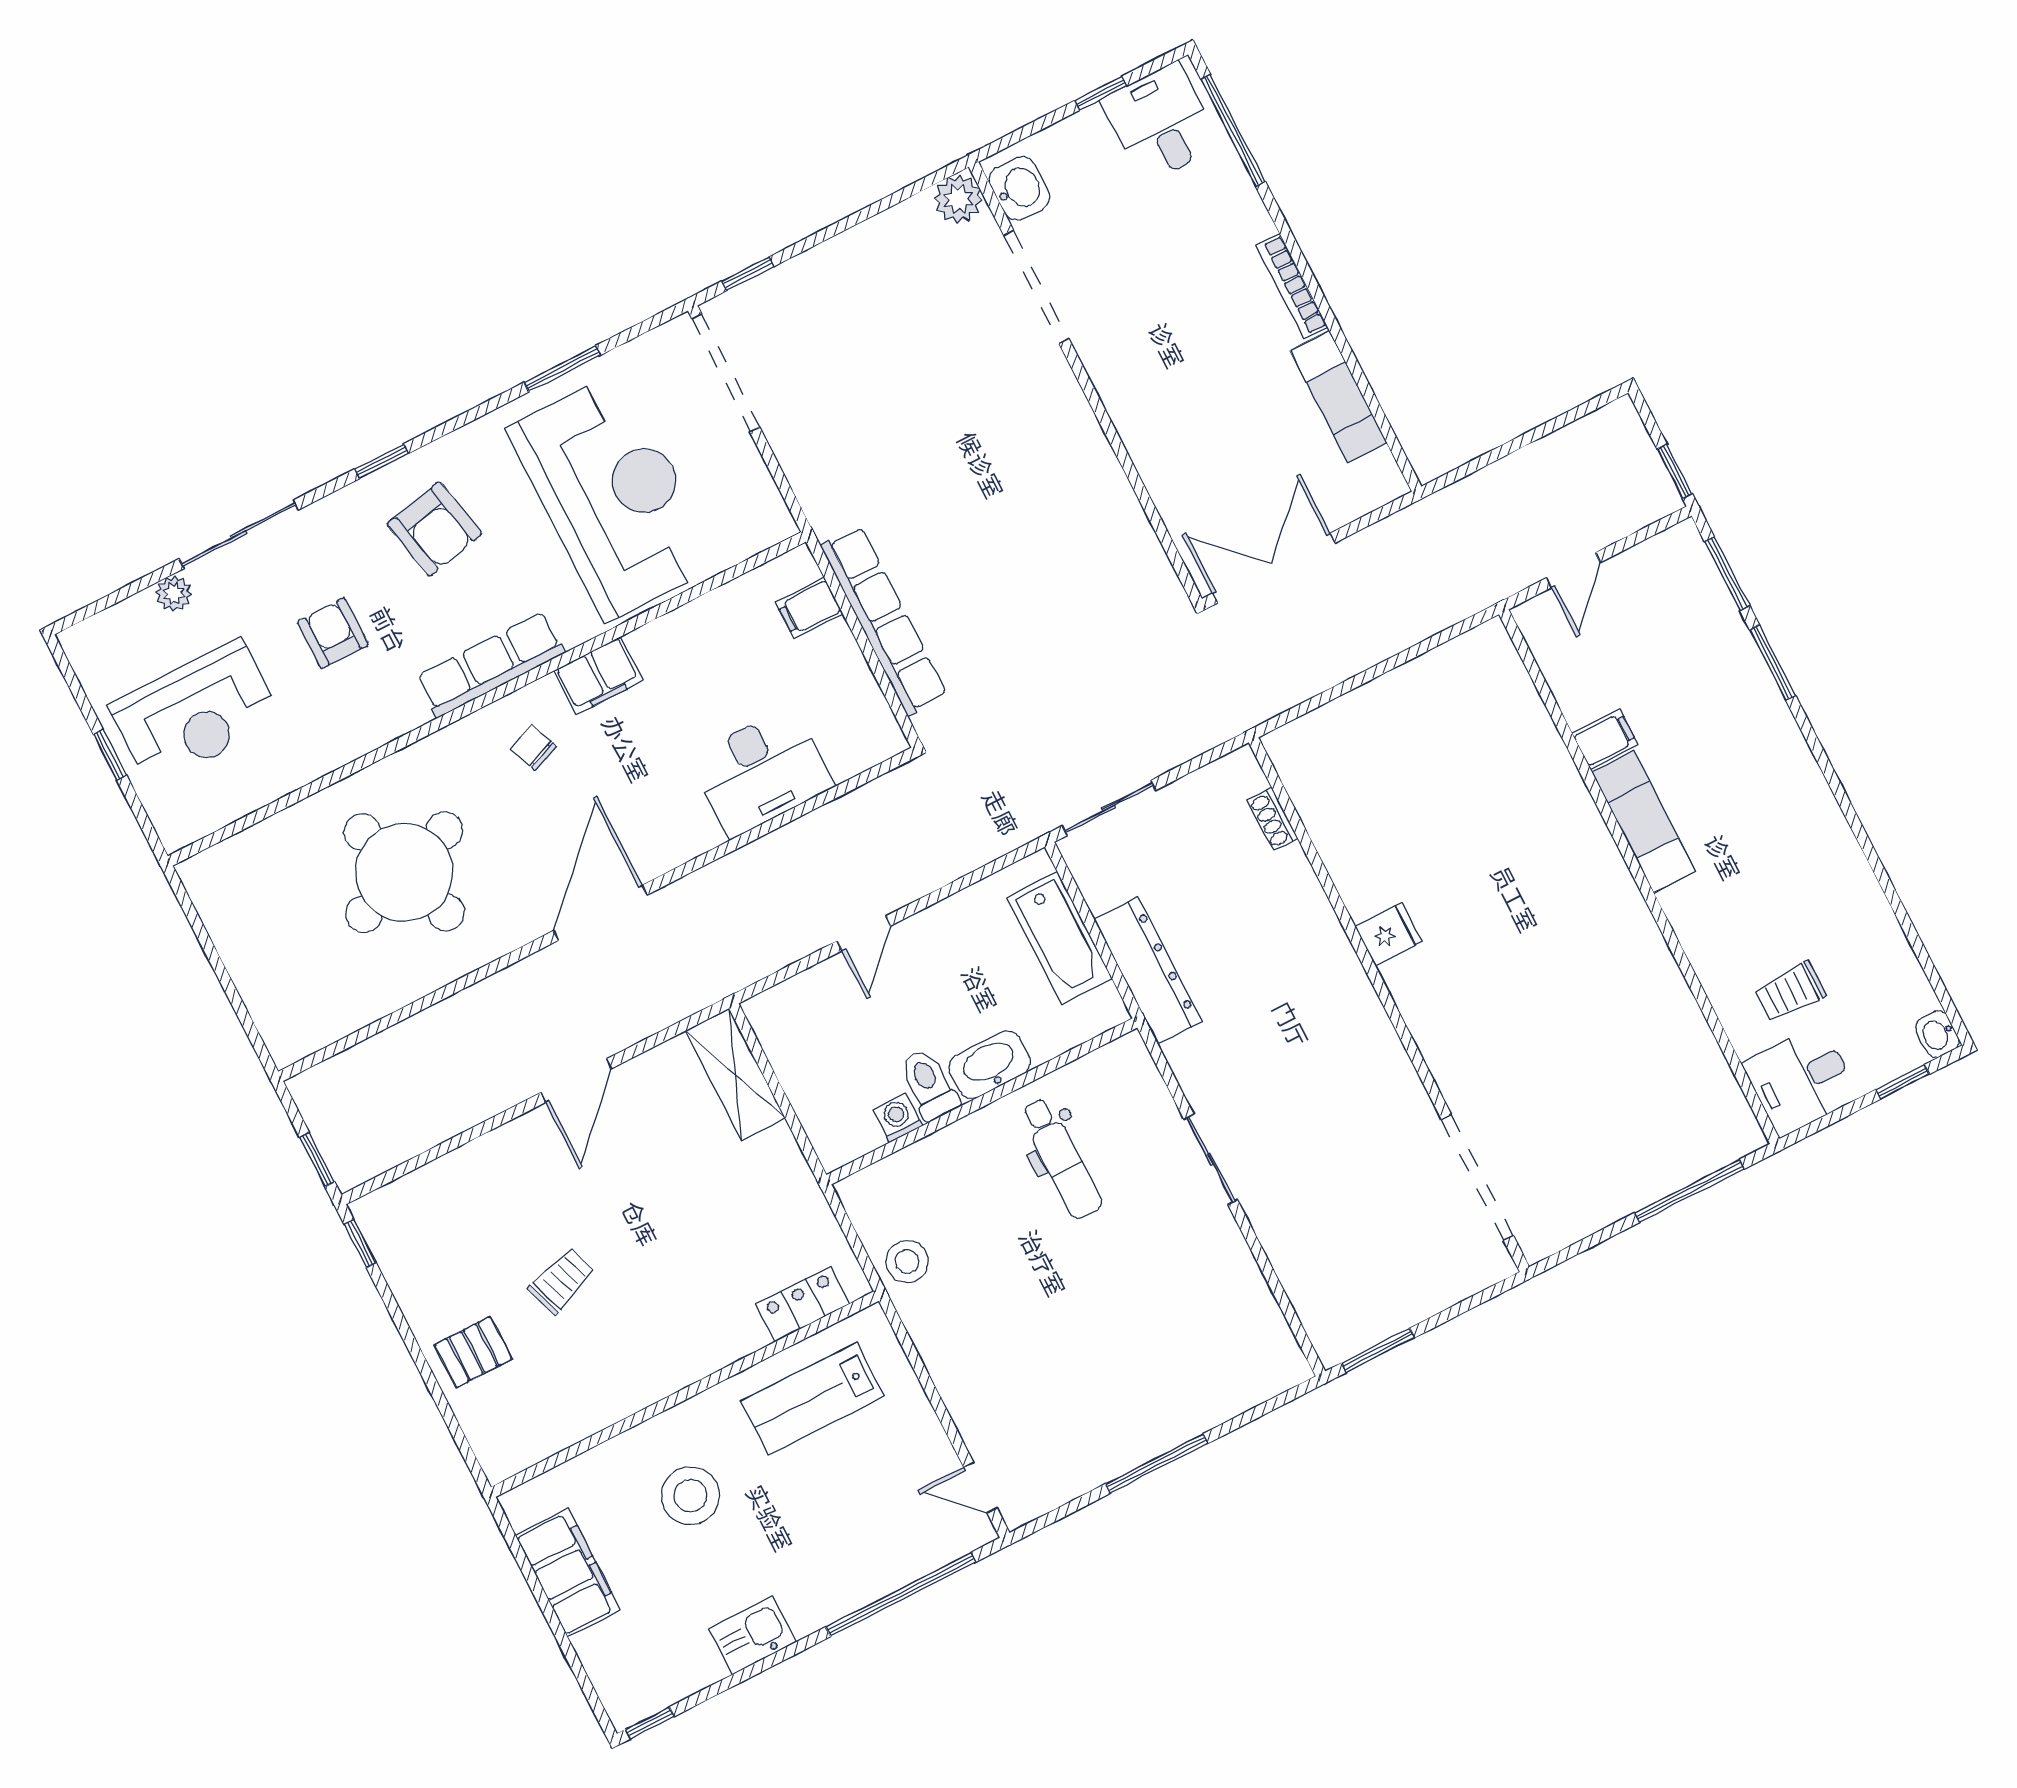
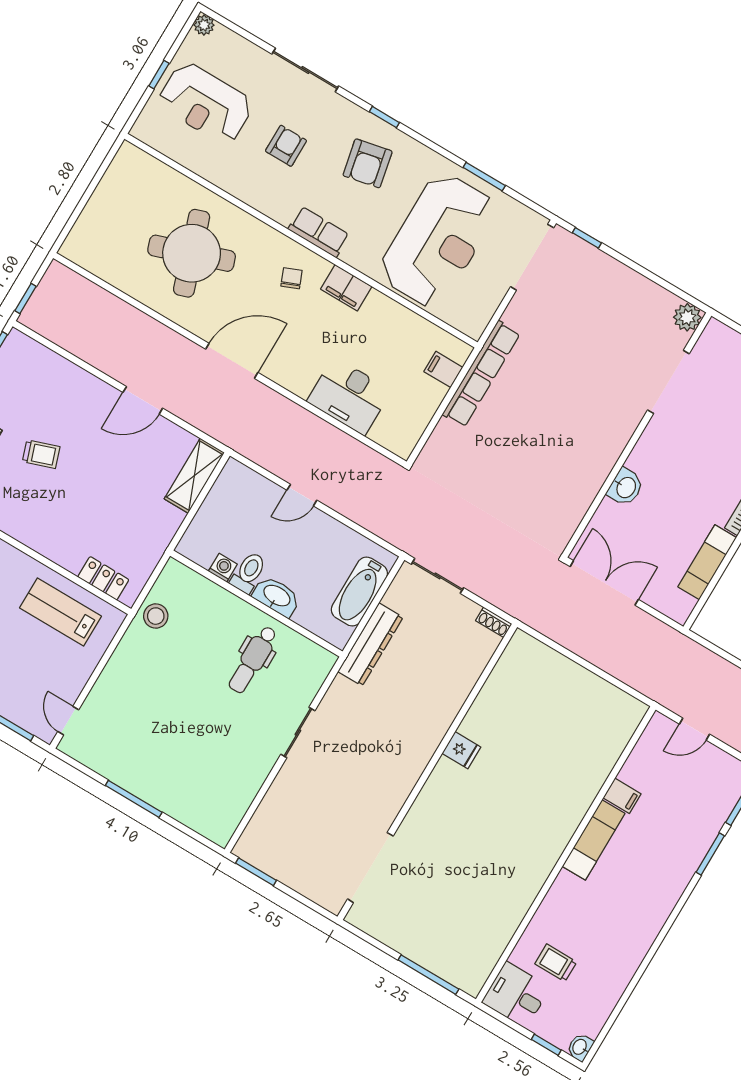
washbasin: (1019, 188) -> (625, 487), moved
plant: (174, 593) -> (204, 25), moved
row of seats: (884, 621) -> (481, 374), moved
row of seats: (491, 665) -> (319, 232), width x0.68
shoe rack: (1273, 819) -> (494, 622), moved, turned -90

